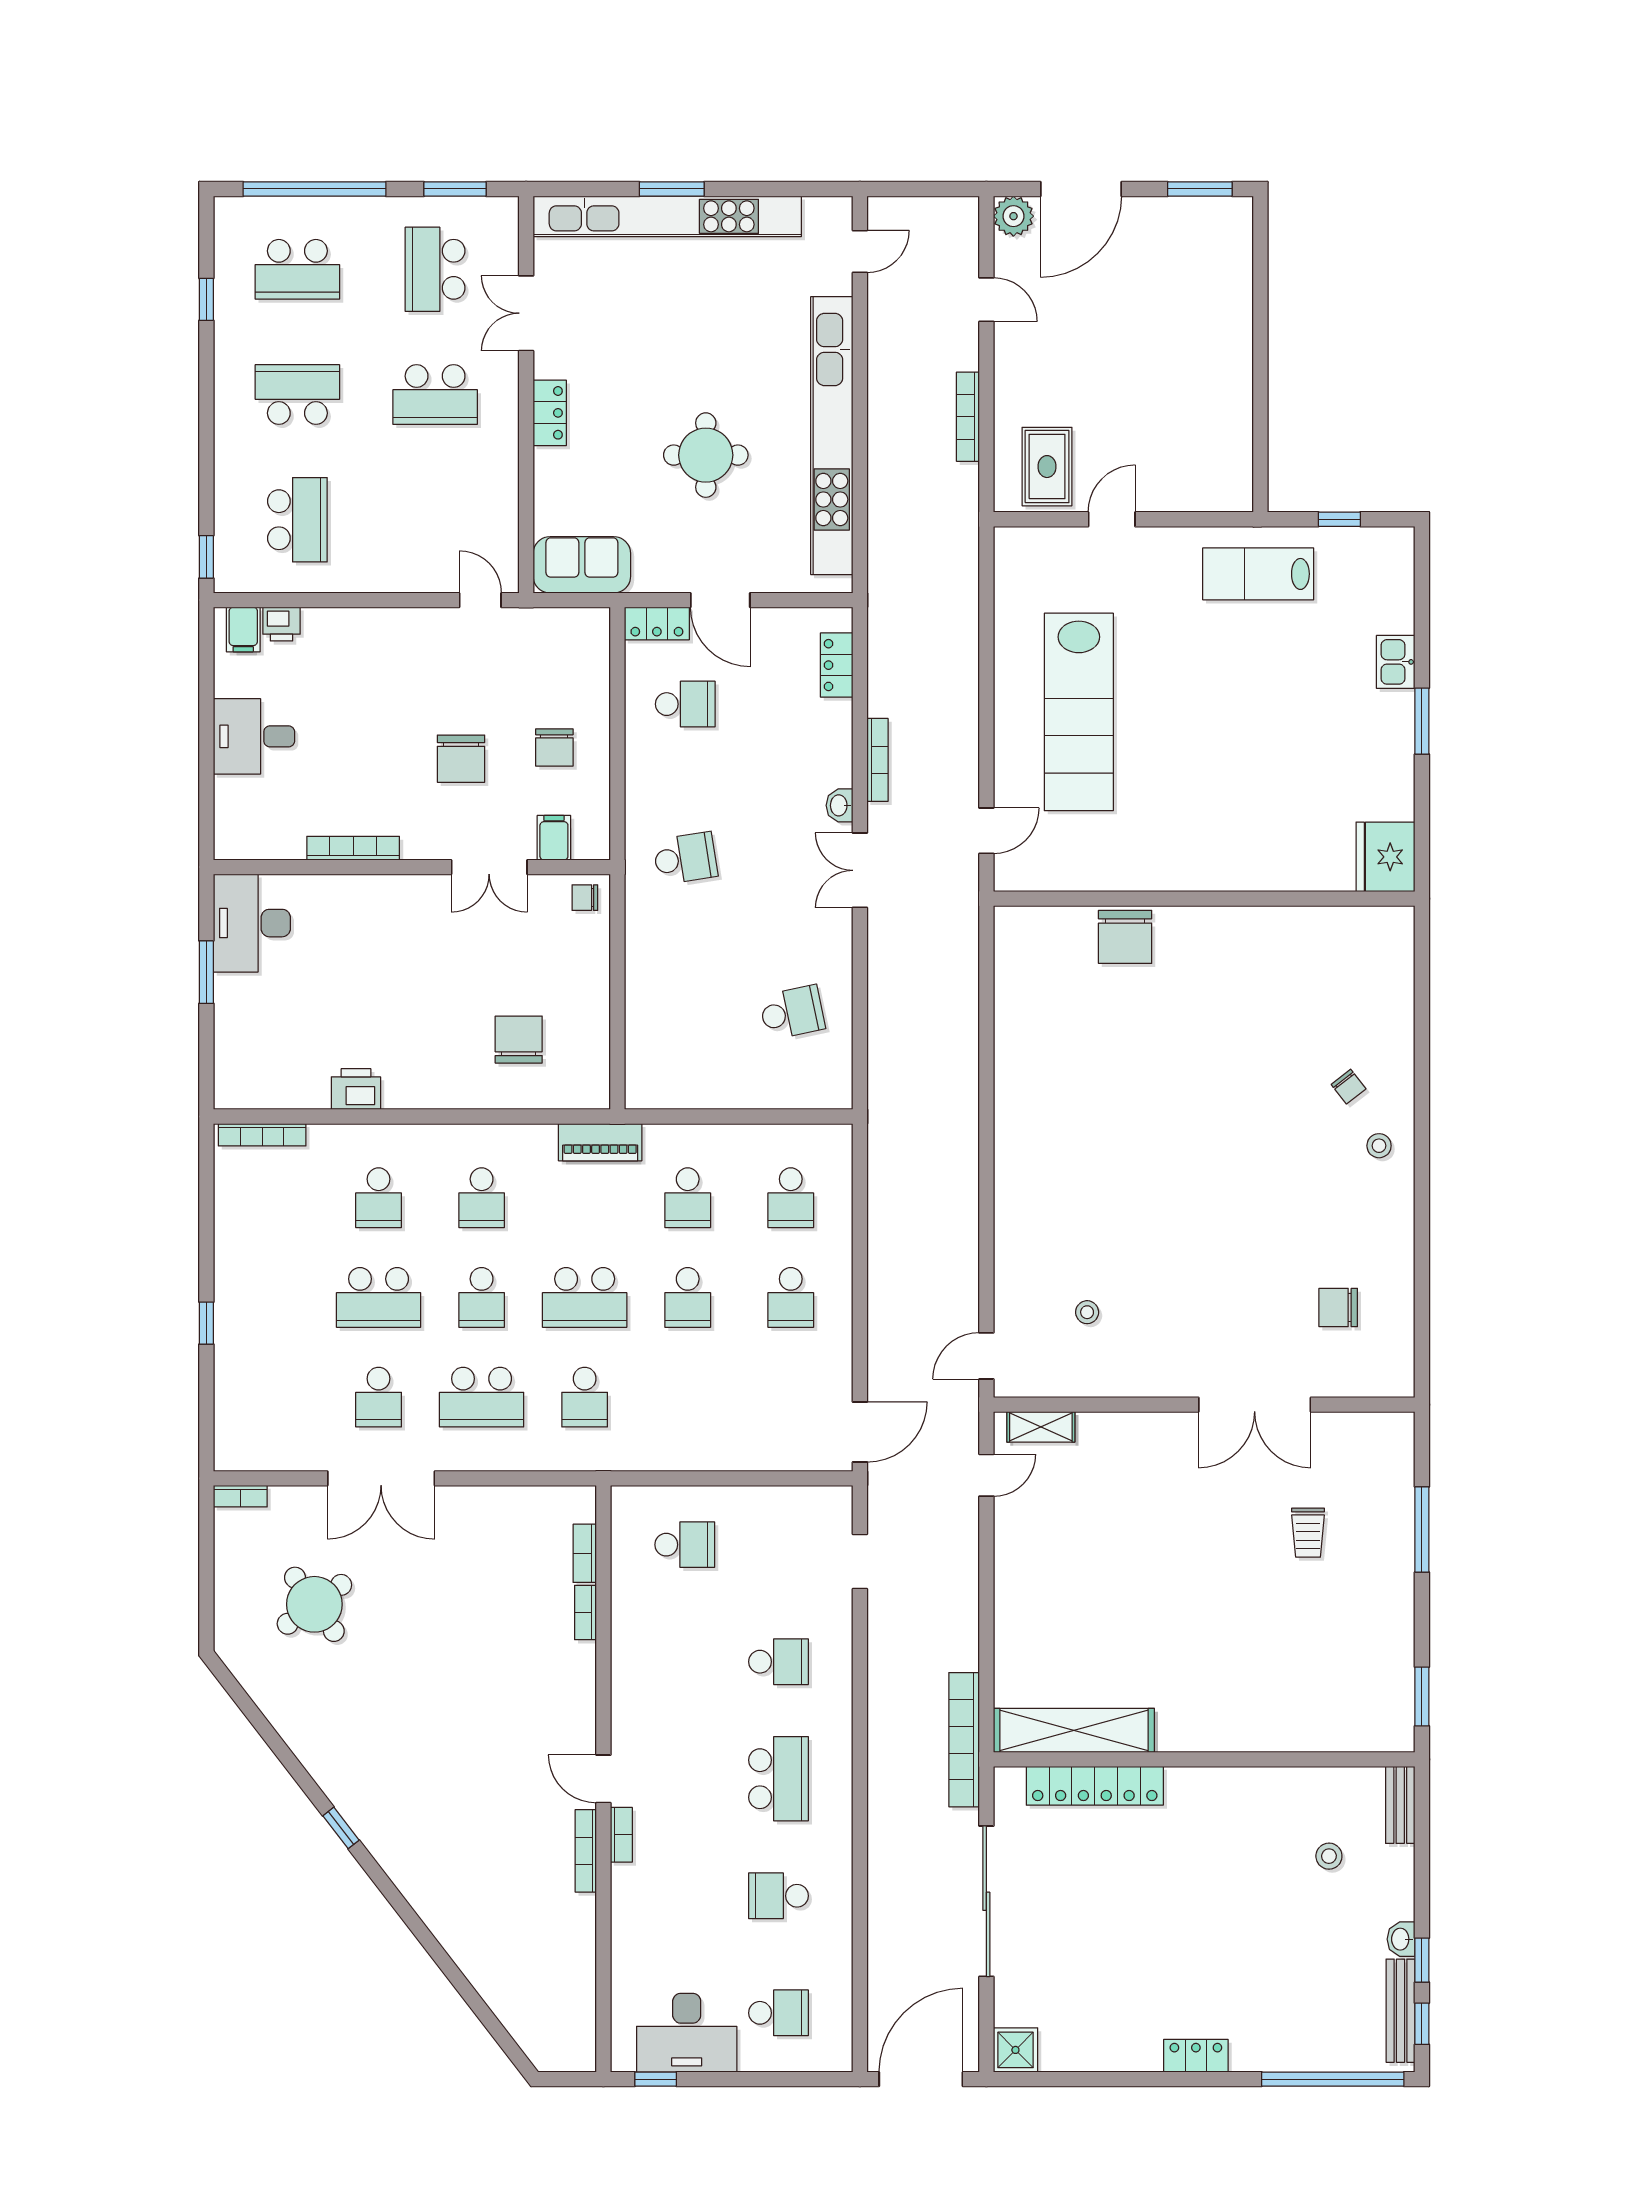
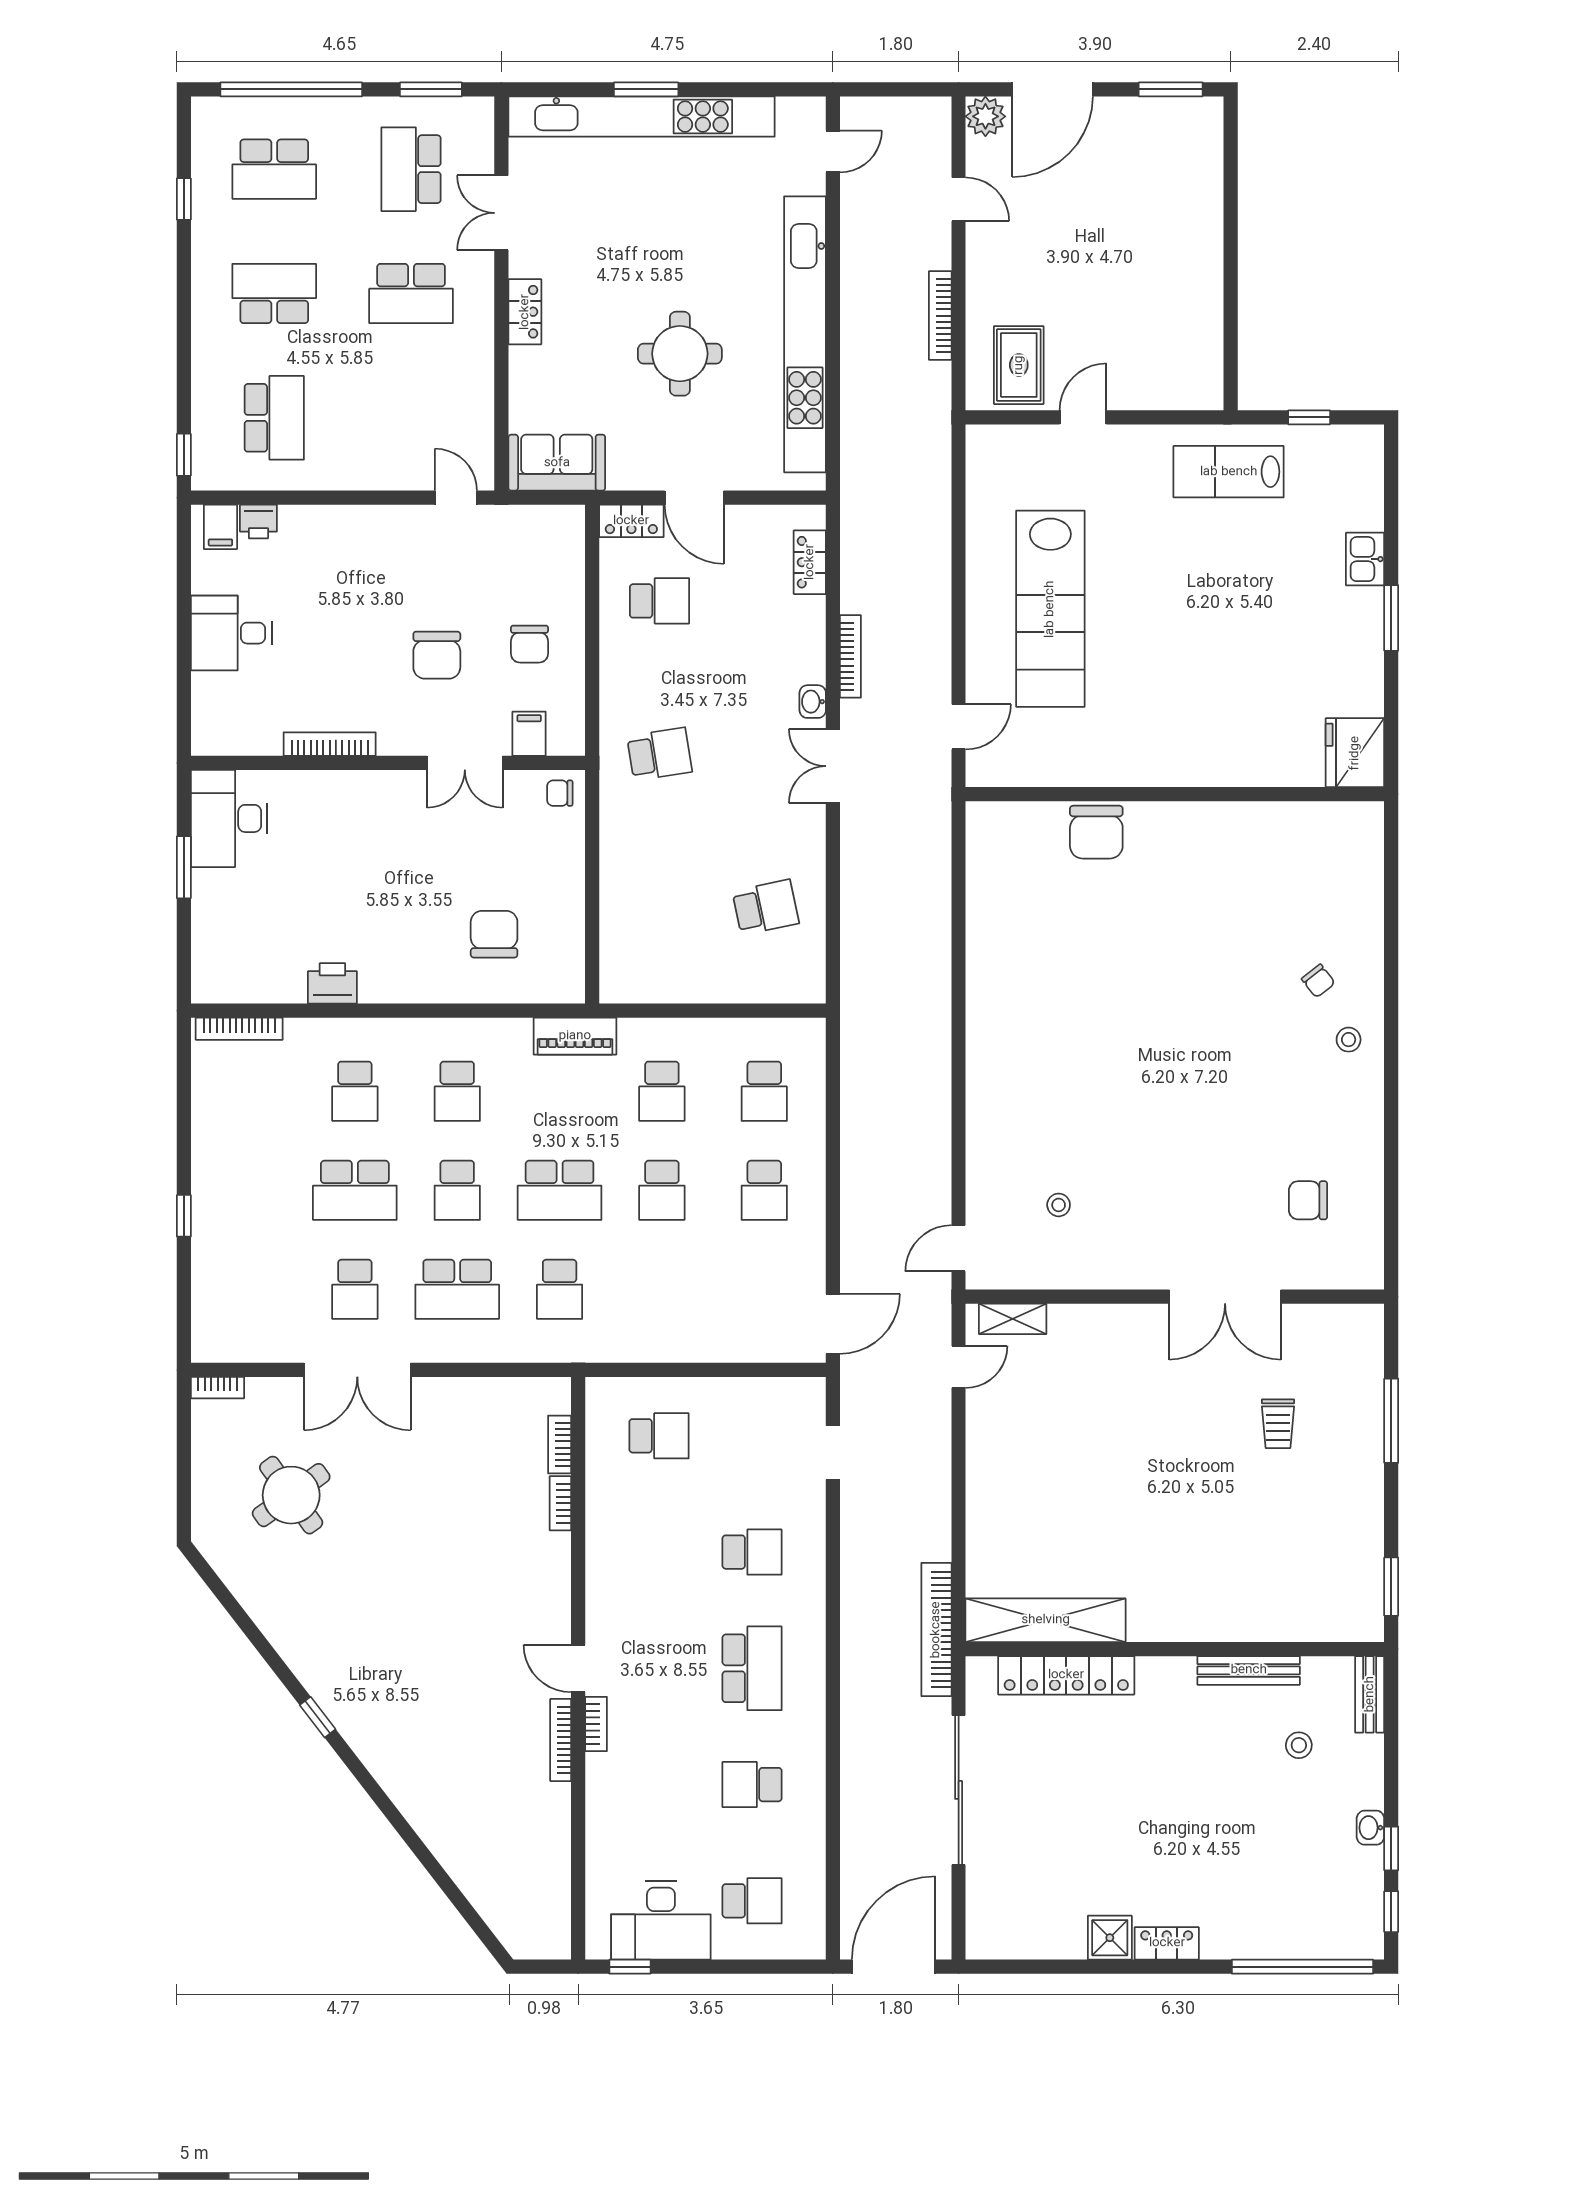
bench: (1400, 2011) -> (1249, 1670), moved, turned 90
shower: (1015, 2050) -> (1110, 1938), moved

